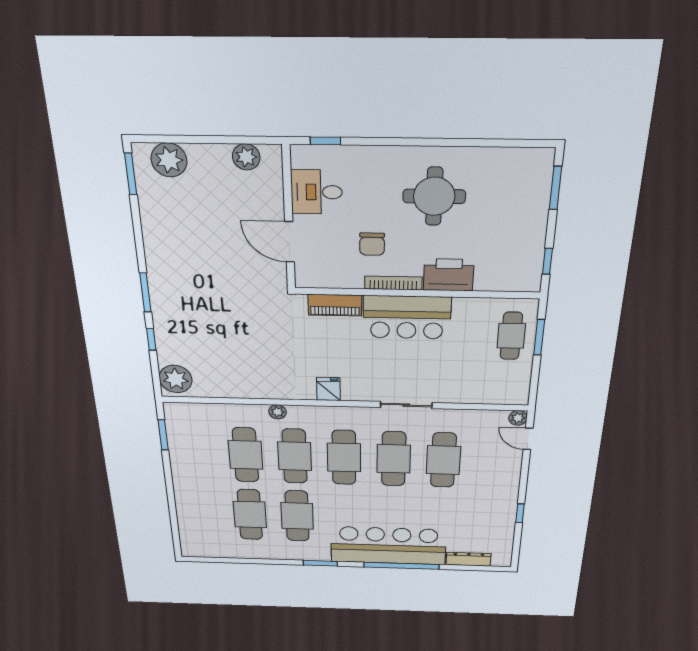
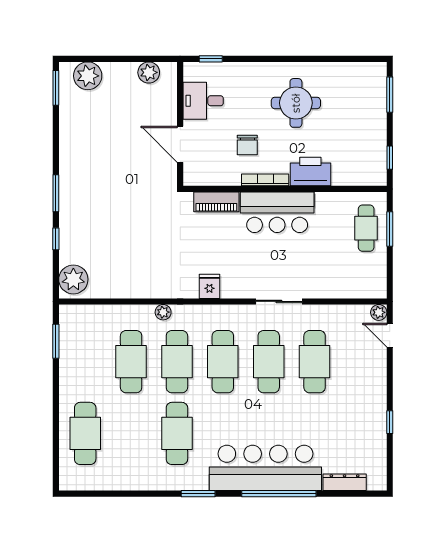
cafe table: (250, 515) -> (85, 433), moved

